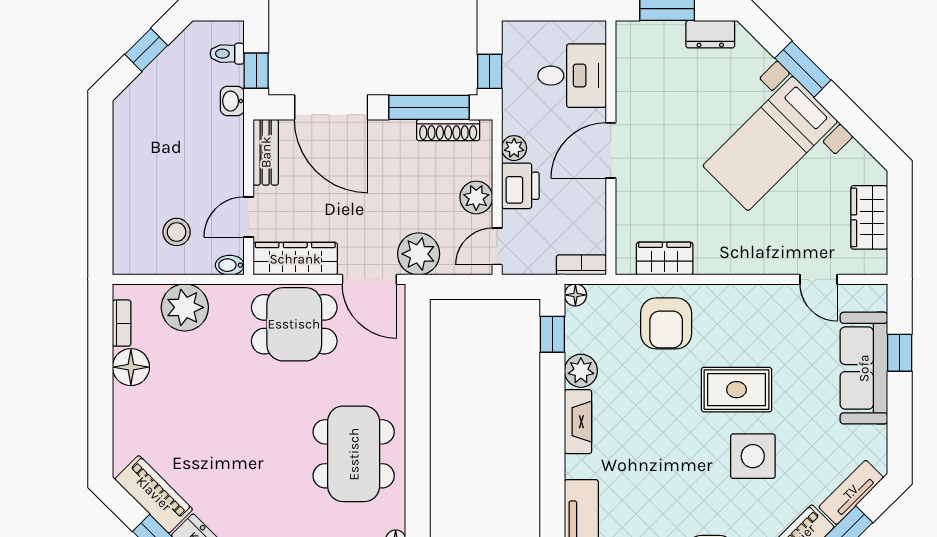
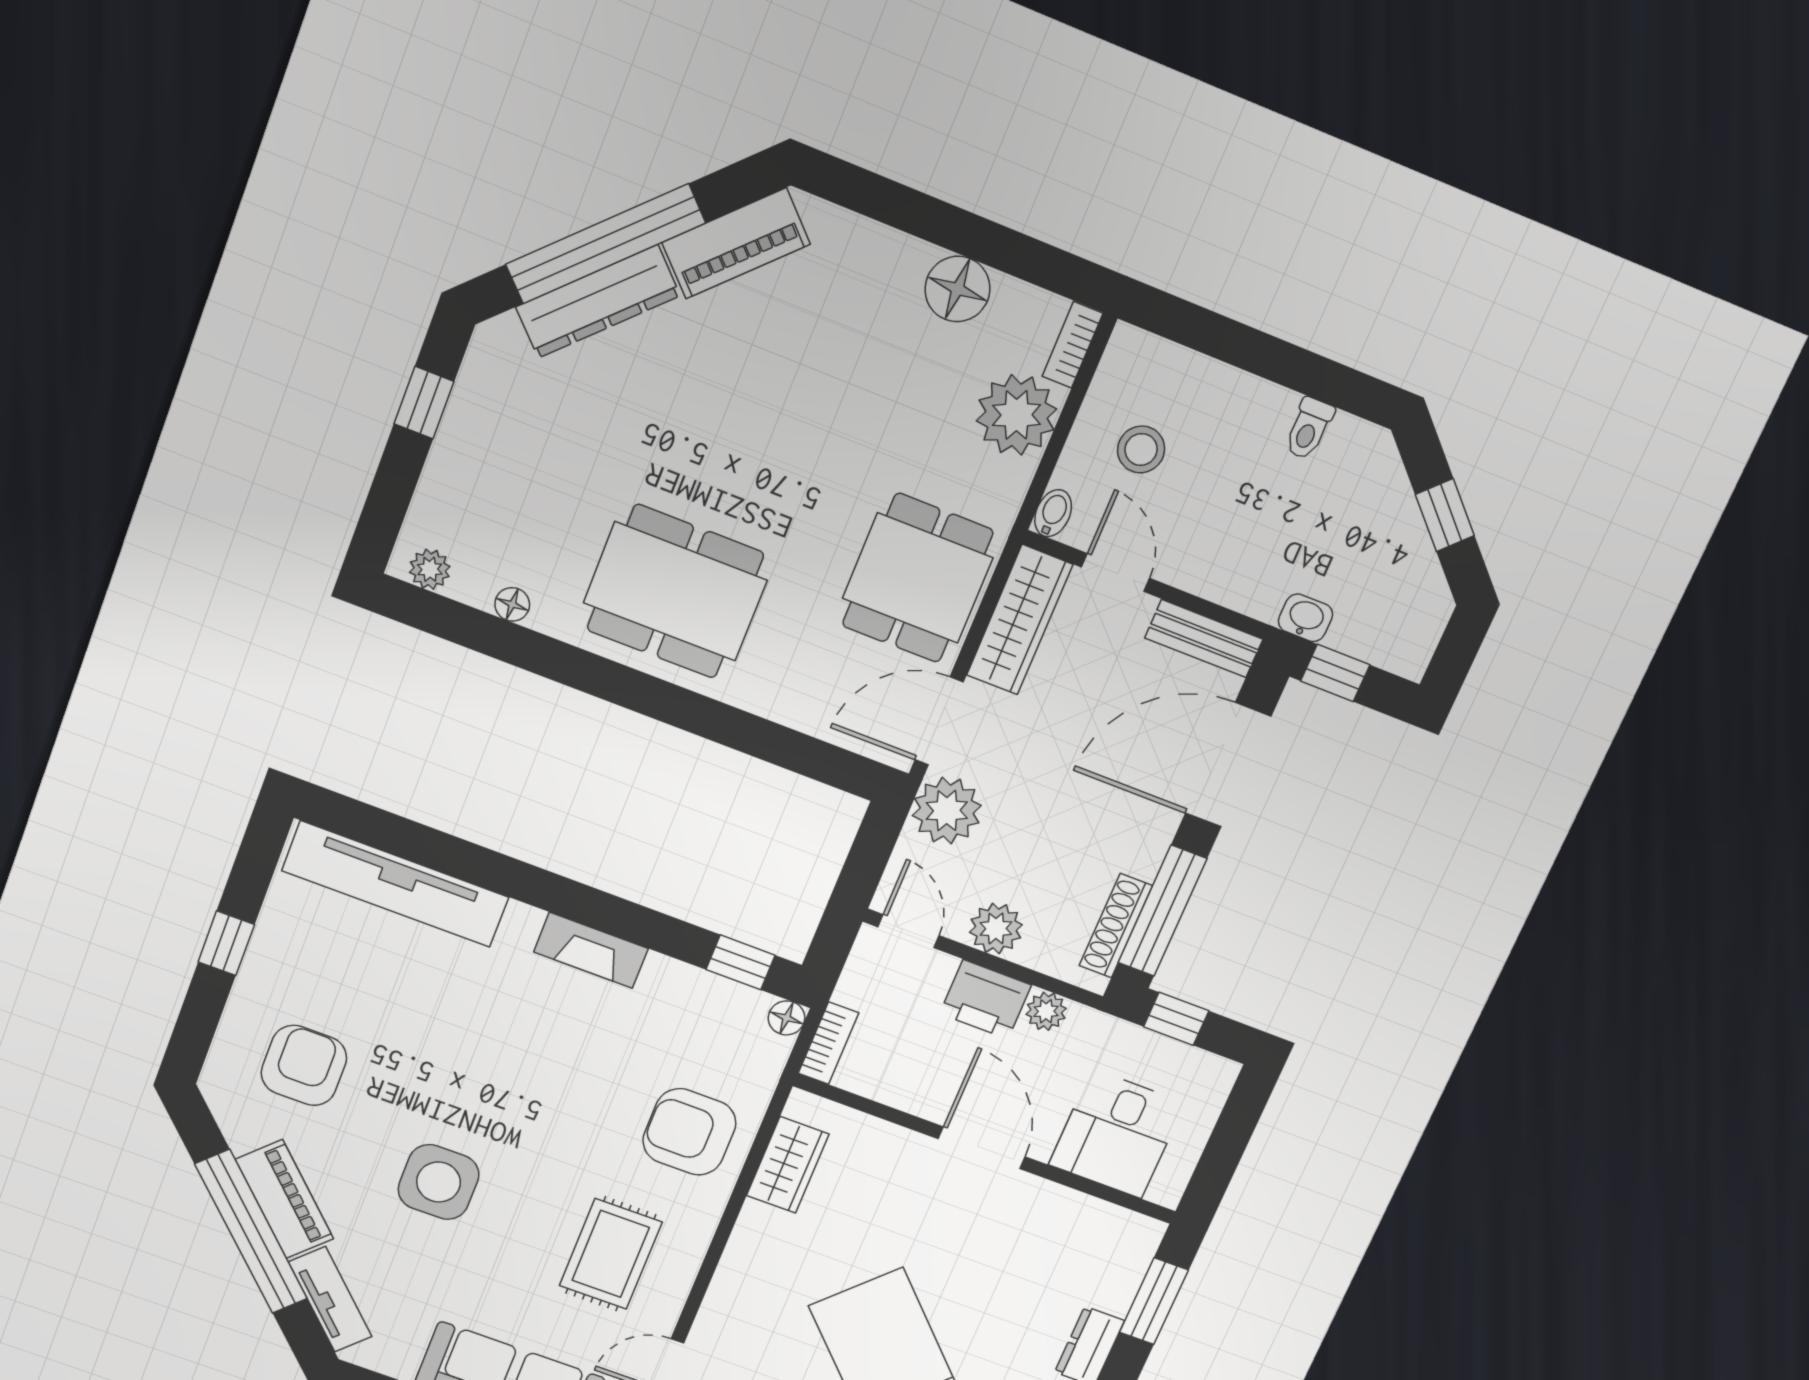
toilet: (227, 54) -> (1309, 428), moved, turned 180
bookcase: (122, 323) -> (1073, 345), moved, turned 90
plant: (581, 371) -> (668, 983), removed
rug: (737, 390) -> (611, 1254), moved

